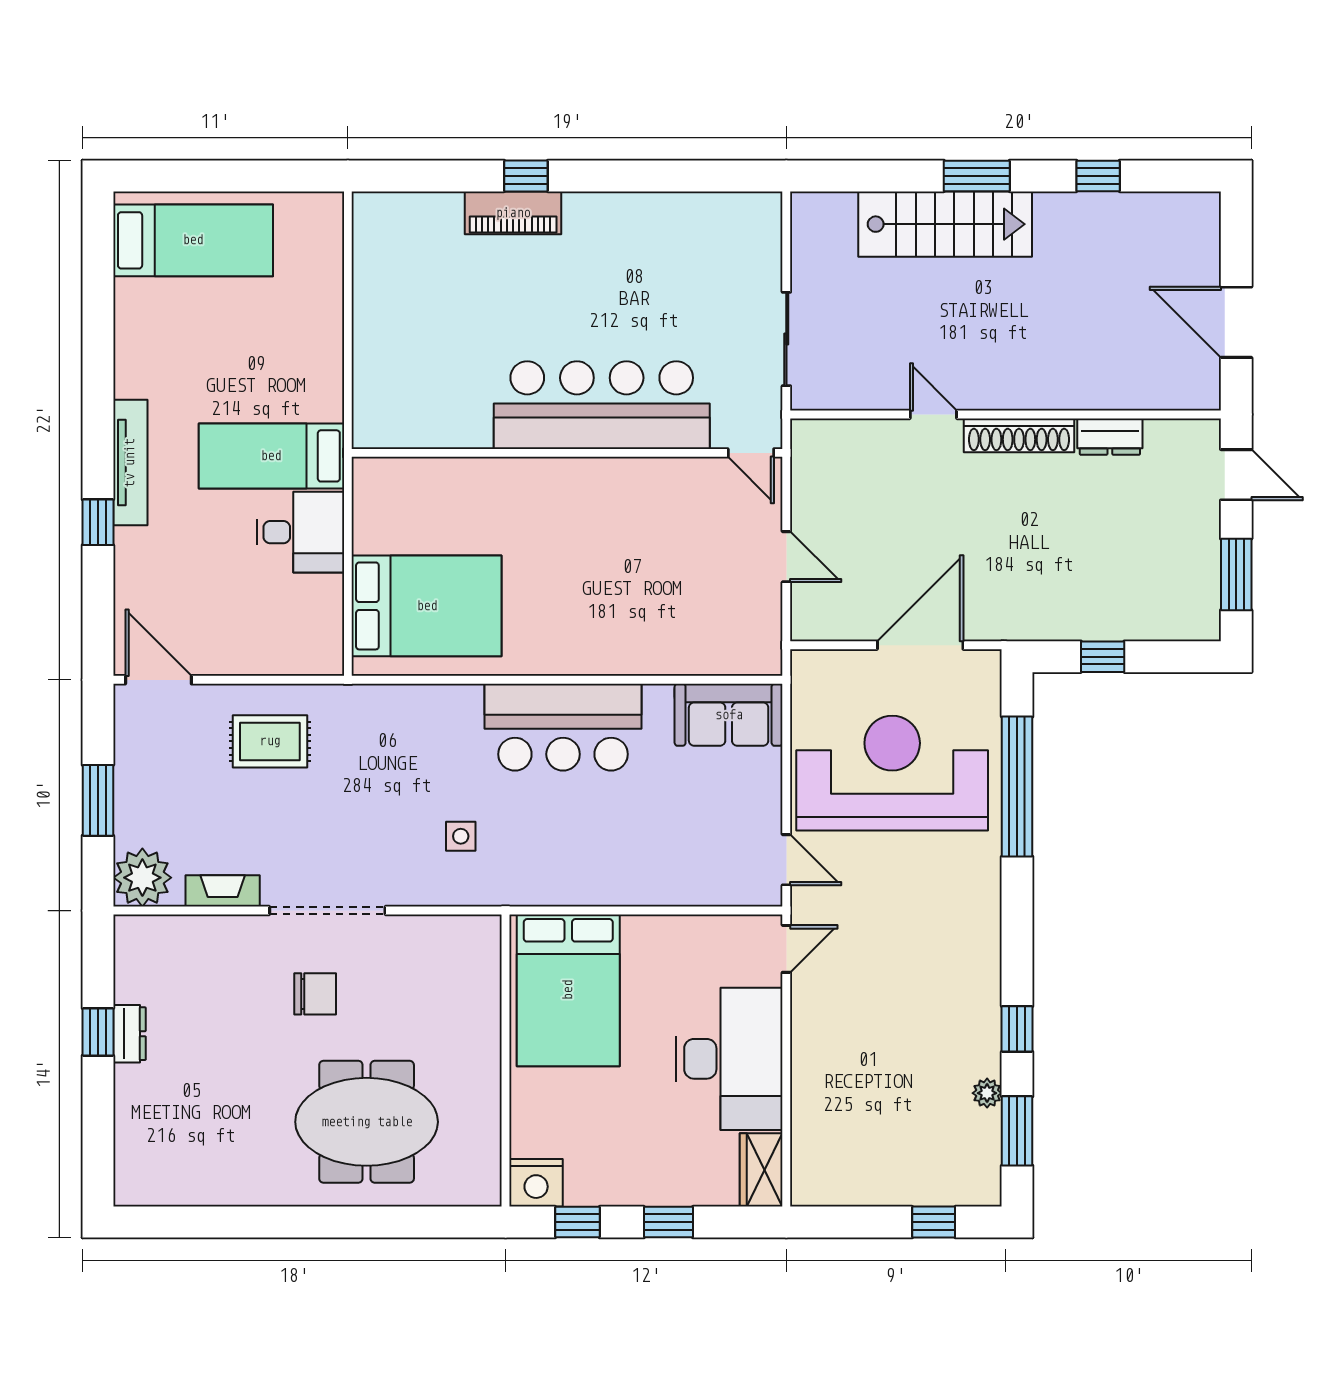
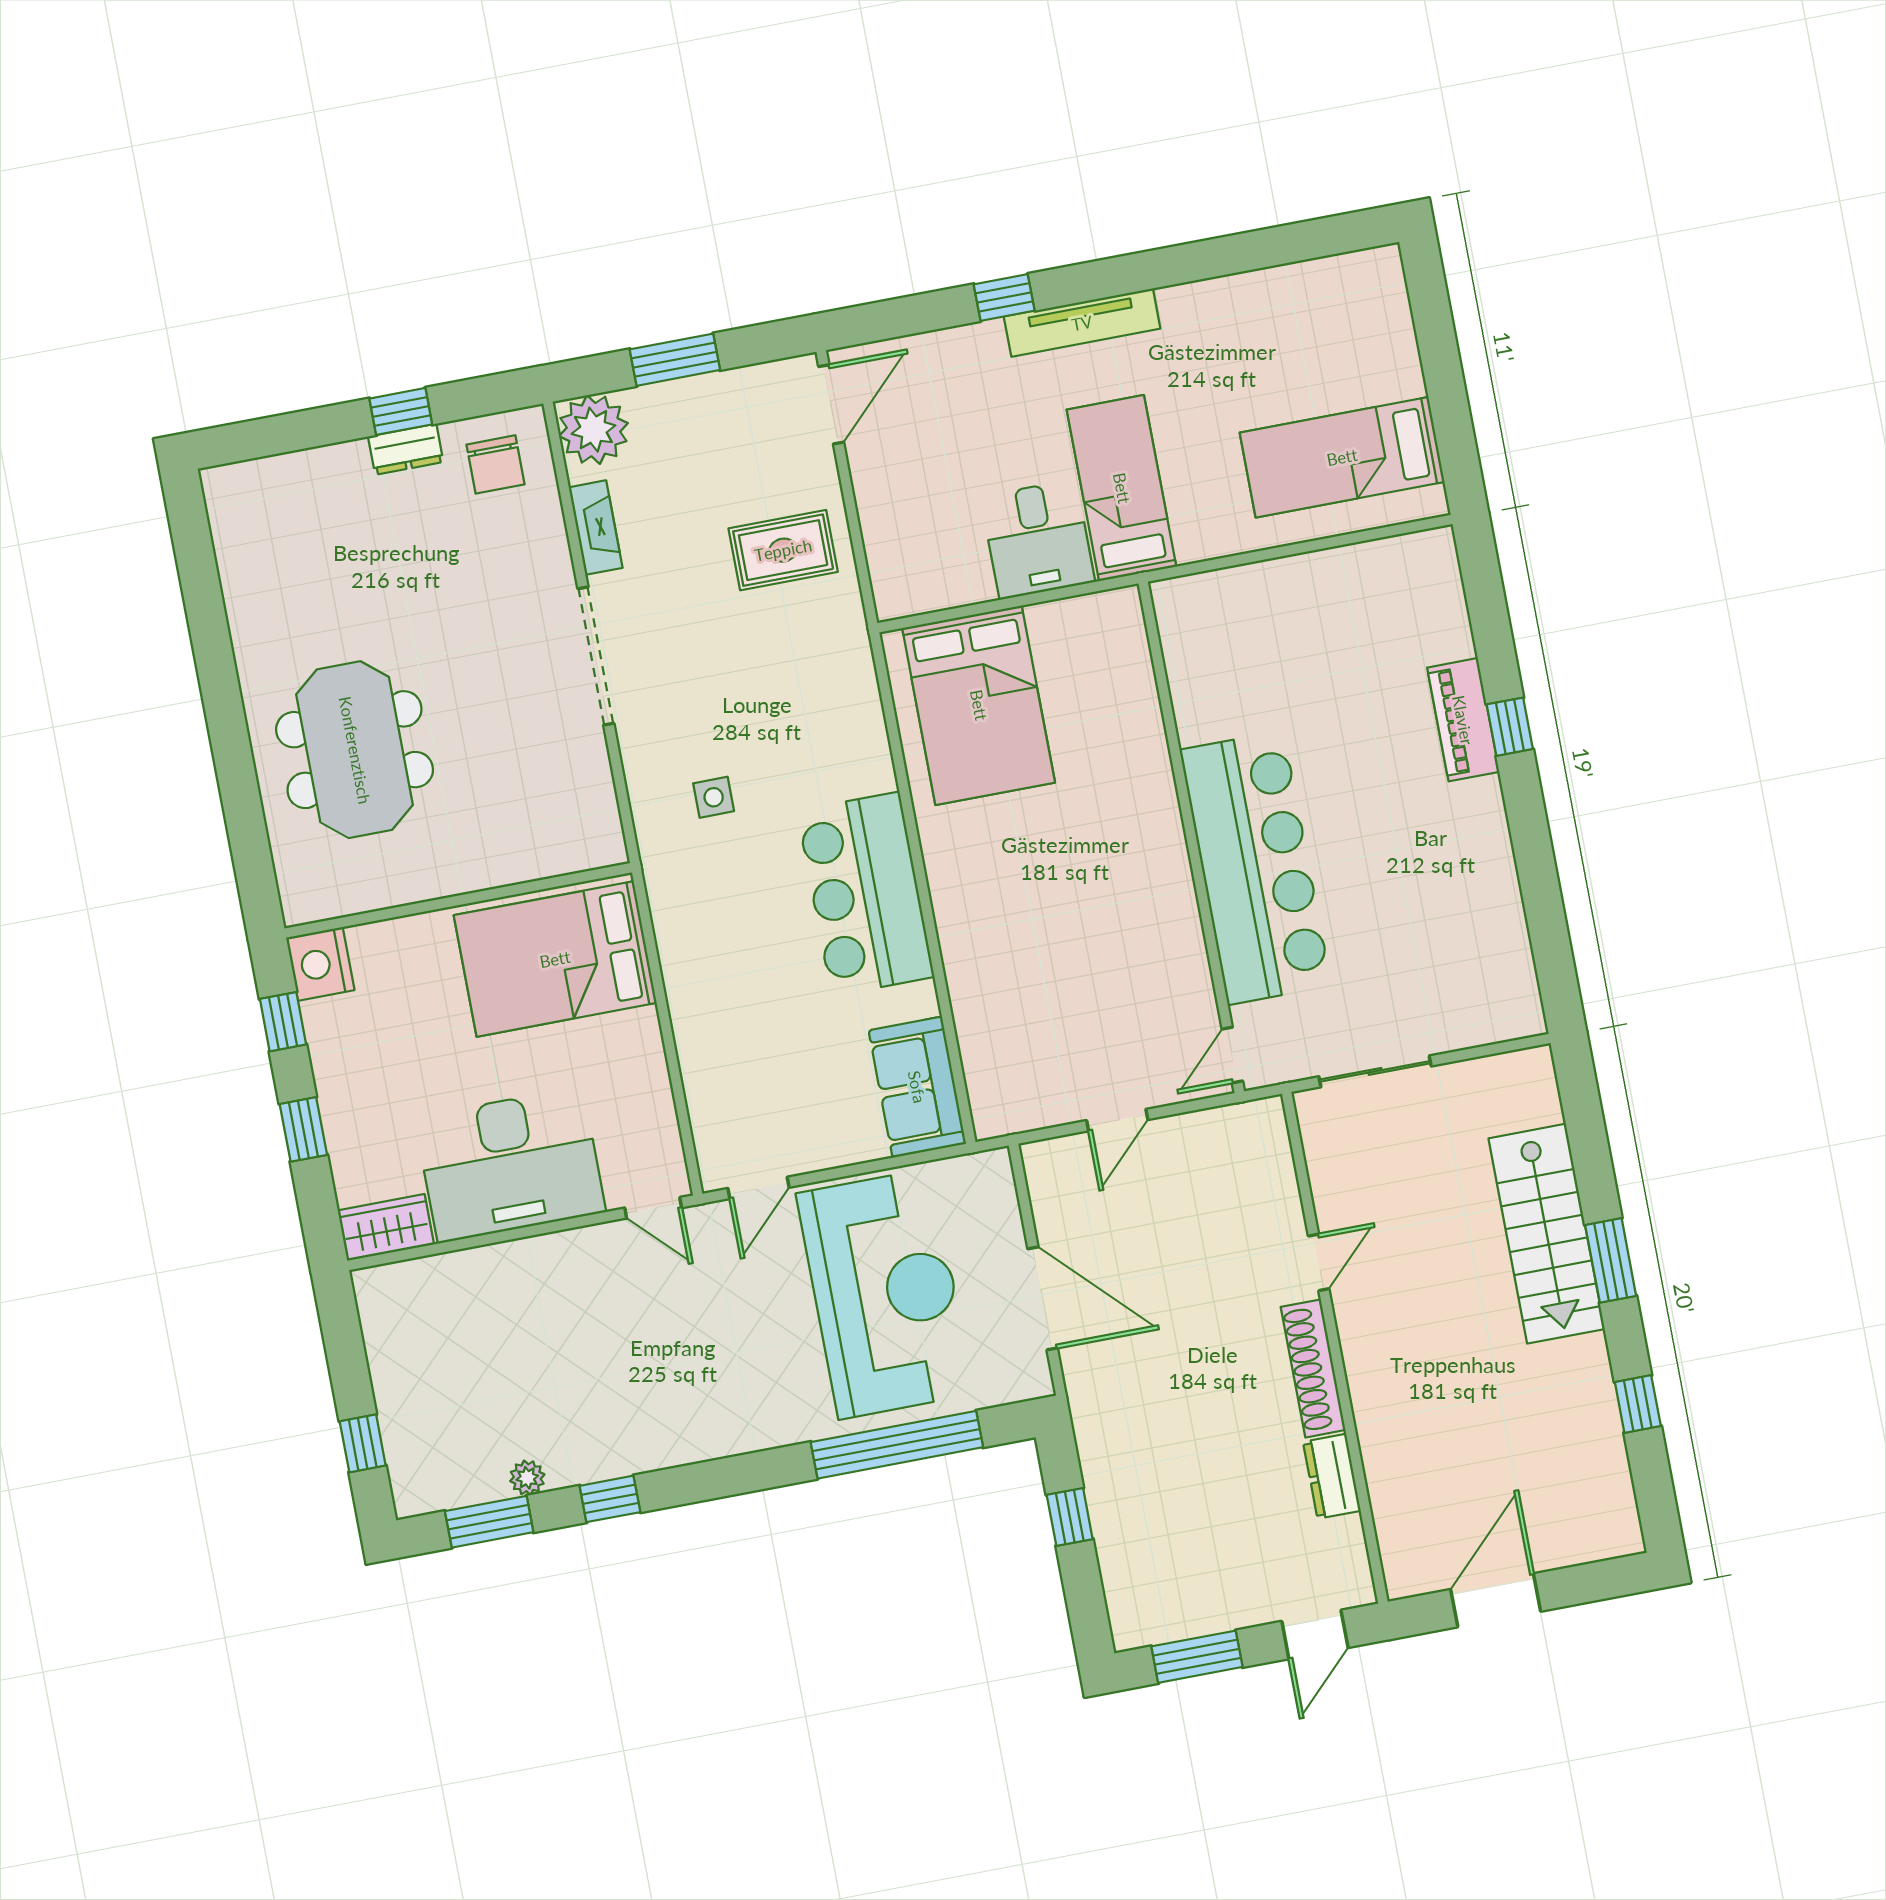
bed: (193, 240) -> (1342, 457), moved, turned 90
rug: (270, 741) -> (783, 550), turned 90
chair: (315, 994) -> (496, 464), moved

